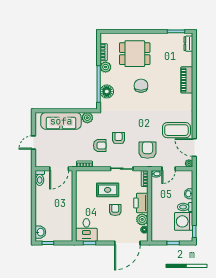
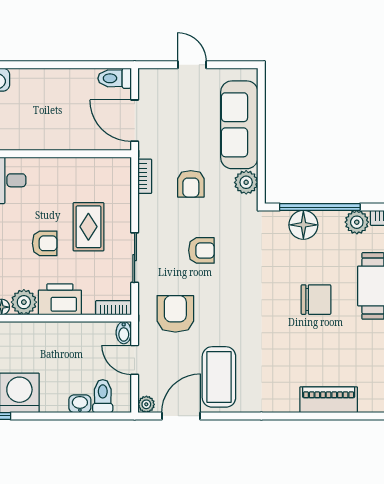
armchair: (100, 145) -> (191, 184), moved
armchair: (148, 150) -> (175, 314), turned -90
toilet: (185, 207) -> (103, 396), moved

